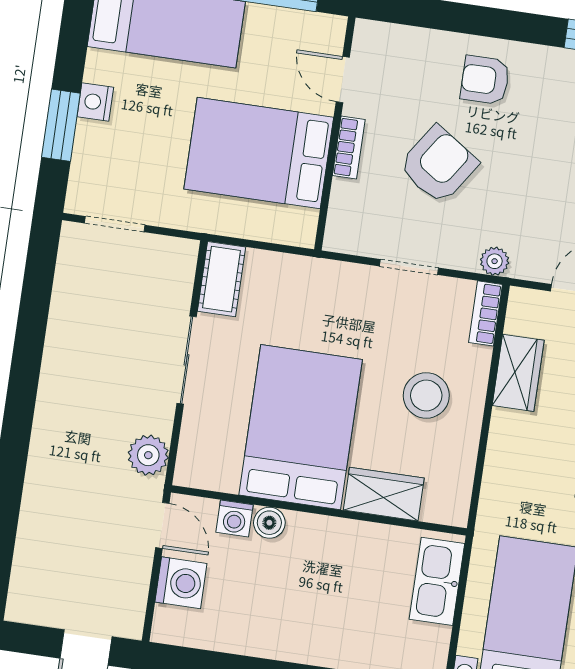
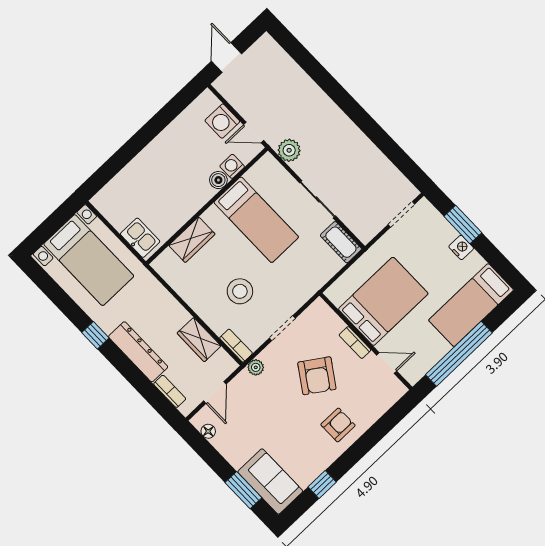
stool: (426, 395) -> (240, 291), moved
bed: (301, 427) -> (256, 220), width x0.67
kitchen sink: (437, 581) -> (140, 238), width x0.73

